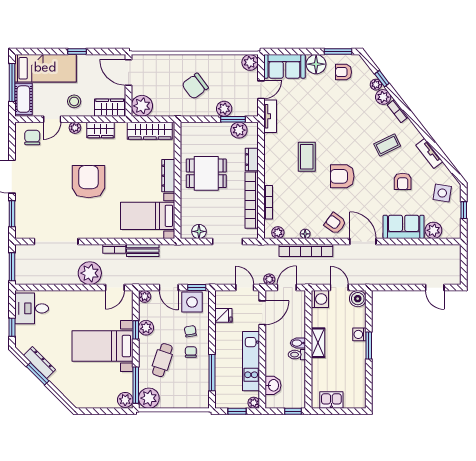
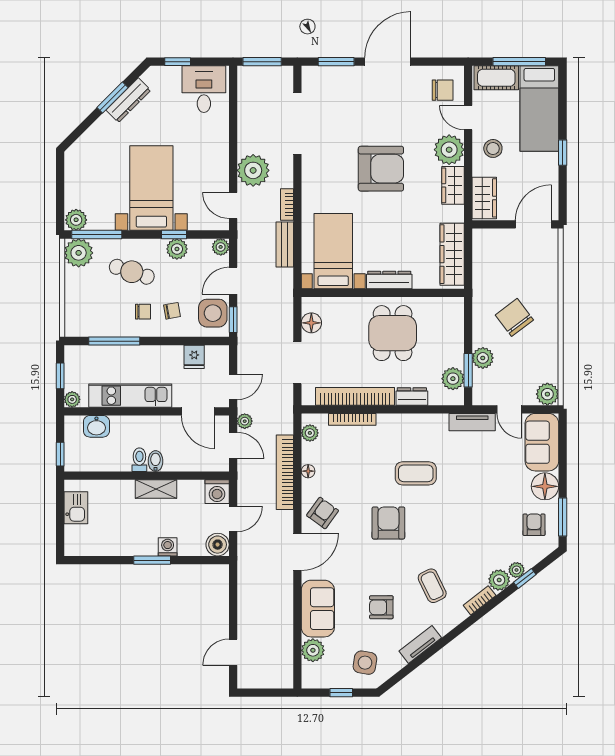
plant: (142, 106) -> (487, 243), removed
plant: (75, 128) -> (449, 150), width x1.87, depth x1.87

